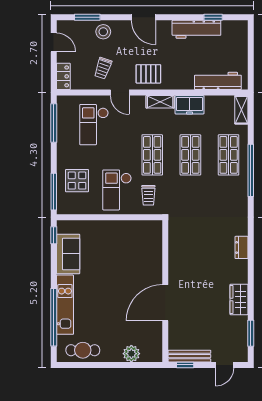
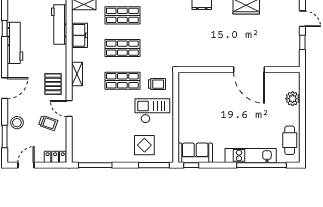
door: (120, 93) -> (69, 109), swing flipped
freezer: (190, 105) -> (79, 35), moved
checkout: (94, 125) -> (96, 131), removed
checkout: (117, 190) -> (152, 111), turned 180
sofa: (68, 254) -> (195, 153), moved
bench: (189, 356) -> (295, 49), removed
window: (185, 365) -> (302, 42), moved

